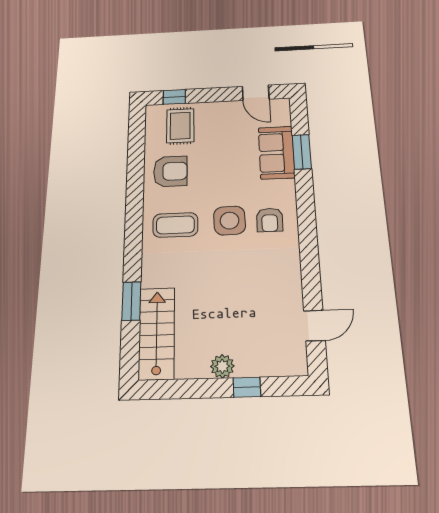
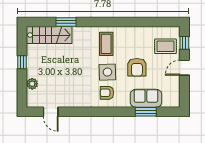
door: (256, 93) -> (184, 68), moved
armchair: (170, 171) -> (137, 67), moved
plant: (222, 366) -> (32, 84), moved
window: (247, 387) -> (22, 62), moved

